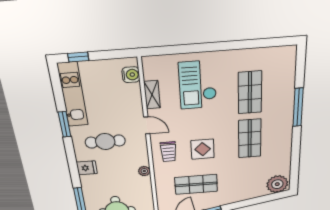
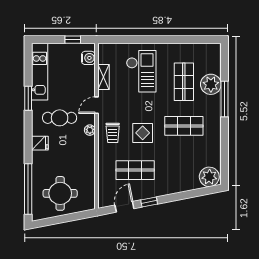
window: (78, 57) -> (73, 40), moved
checkout: (198, 85) -> (141, 71), turned 180
plant: (282, 93) -> (211, 84), added
door: (147, 125) -> (96, 105), swing flipped
shop shelf: (250, 139) -> (184, 126), turned 90
plant: (144, 171) -> (90, 130), moved

